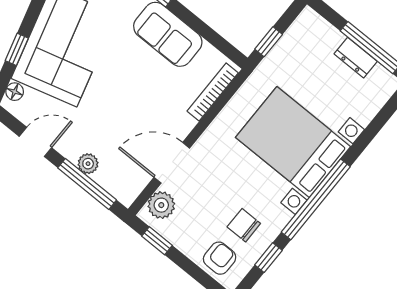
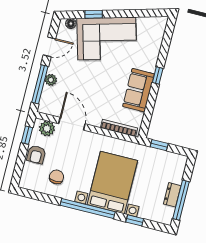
door: (35, 142) -> (49, 47), hinge flipped
armchair: (220, 258) -> (36, 155), moved, turned 90
window: (268, 258) -> (135, 220), moved

